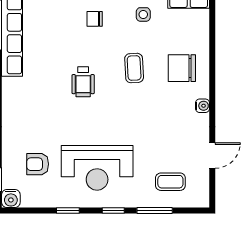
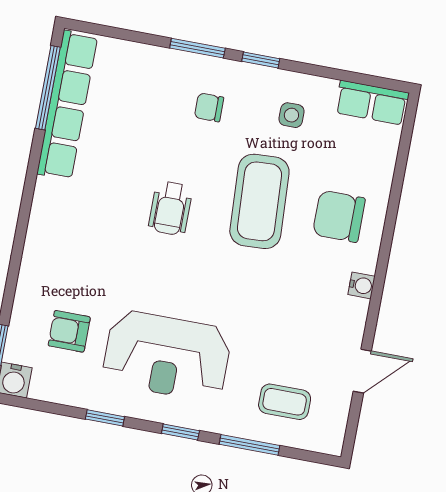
coffee table: (134, 68) -> (259, 201), width x1.86, depth x1.72

